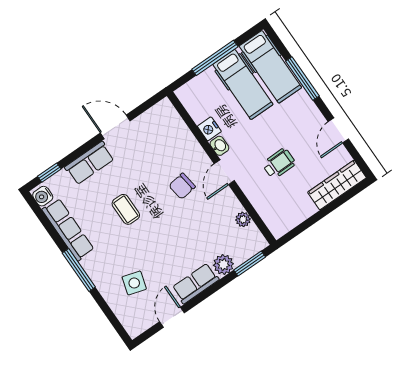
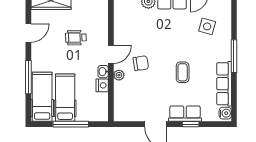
window: (49, 173) -> (191, 124), moved
plant: (243, 219) -> (119, 75), moved

